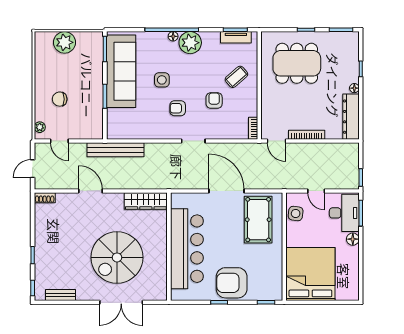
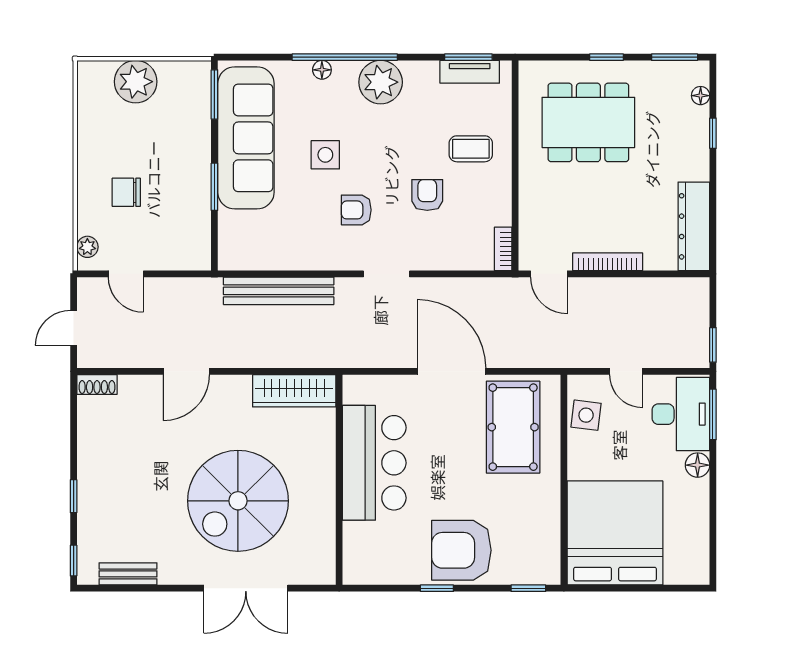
floor lamp: (173, 36) -> (322, 70), moved
coffee table: (236, 77) -> (471, 149), turned 41
floor lamp: (354, 88) -> (701, 96), moved
bench: (116, 150) -> (279, 291), moved
door: (91, 191) -> (186, 371), swing flipped
bar counter: (187, 249) -> (374, 463), width x0.73

